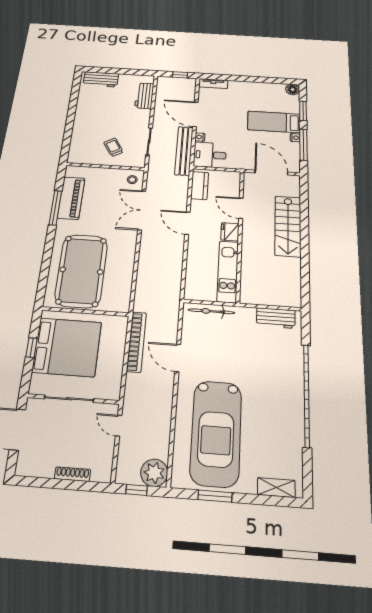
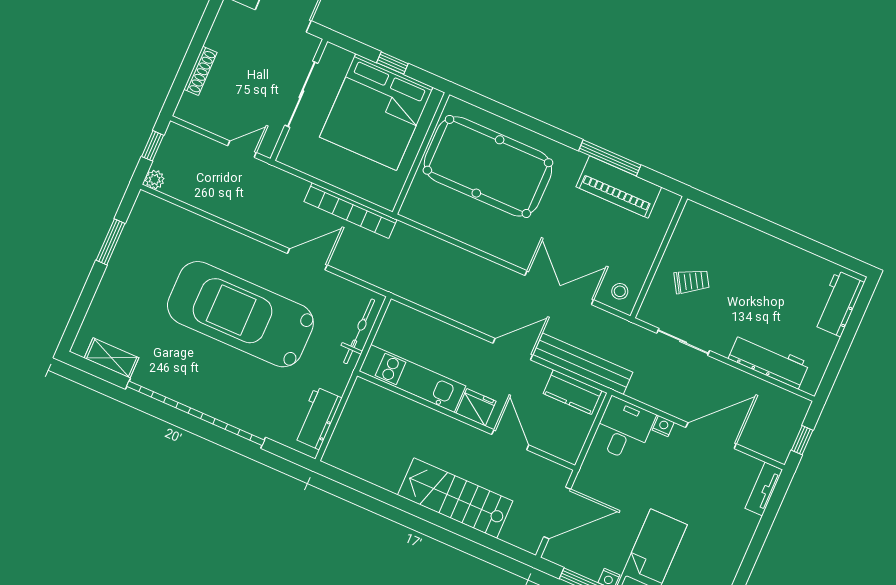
workbench: (144, 96) -> (769, 361), width x1.38
bench: (184, 151) -> (583, 364), moved
door: (241, 208) -> (510, 440), hinge flipped
car: (216, 433) -> (240, 314), moved
plant: (154, 473) -> (155, 180), width x0.53, depth x0.53
shelving: (276, 488) -> (112, 358), moved, turned 90

